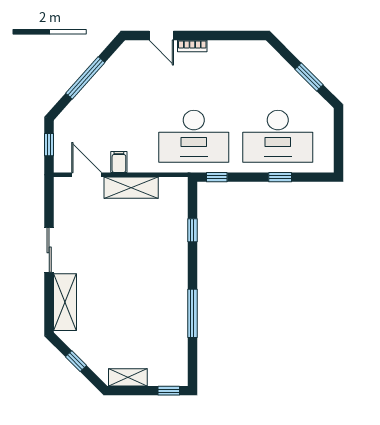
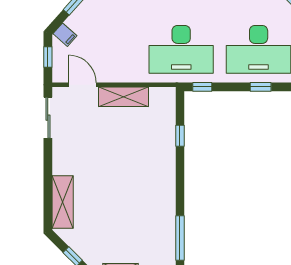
filing cabinet: (119, 162) -> (65, 35), moved, turned 132
sliding door: (49, 250) -> (48, 118), moved
window: (192, 313) -> (180, 238), moved

